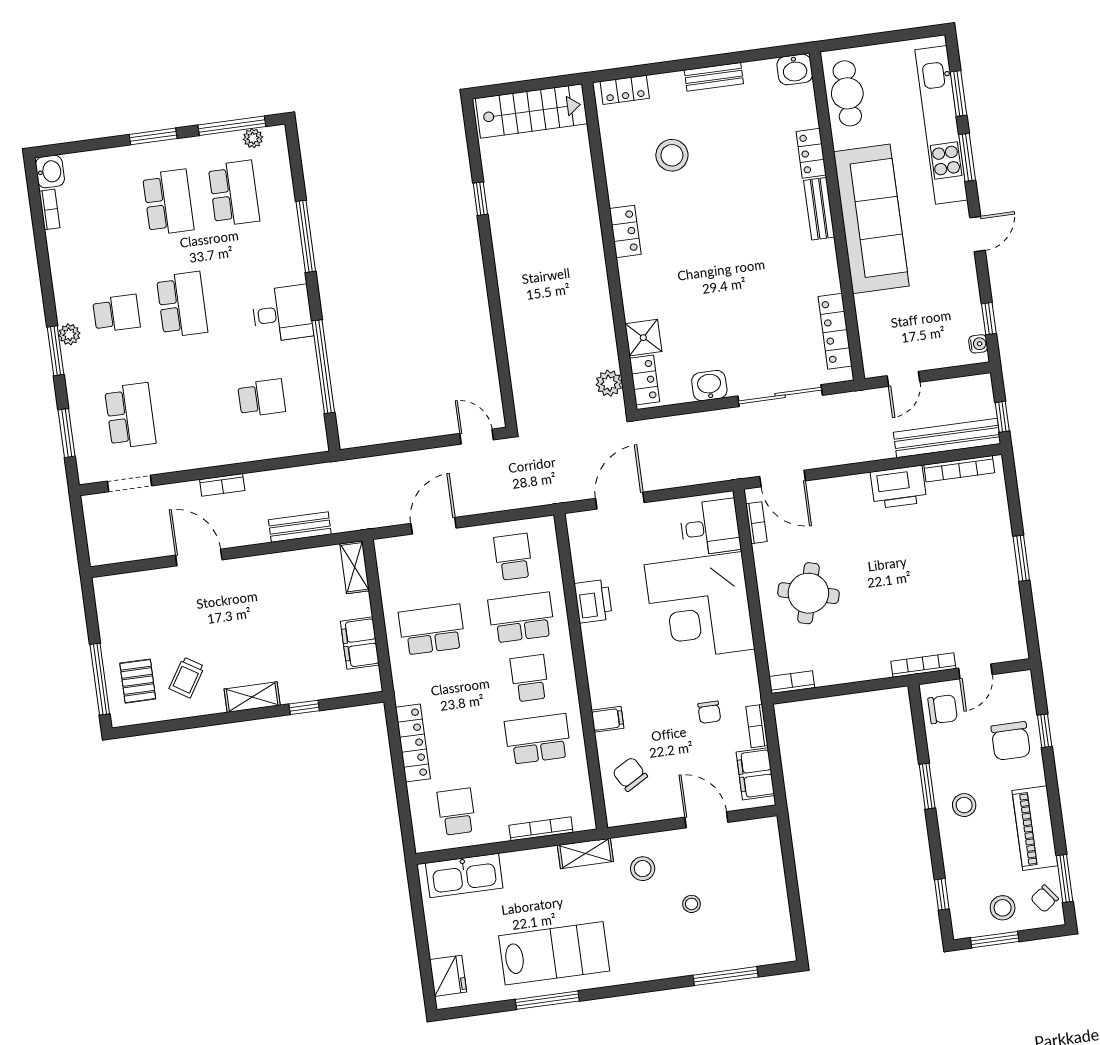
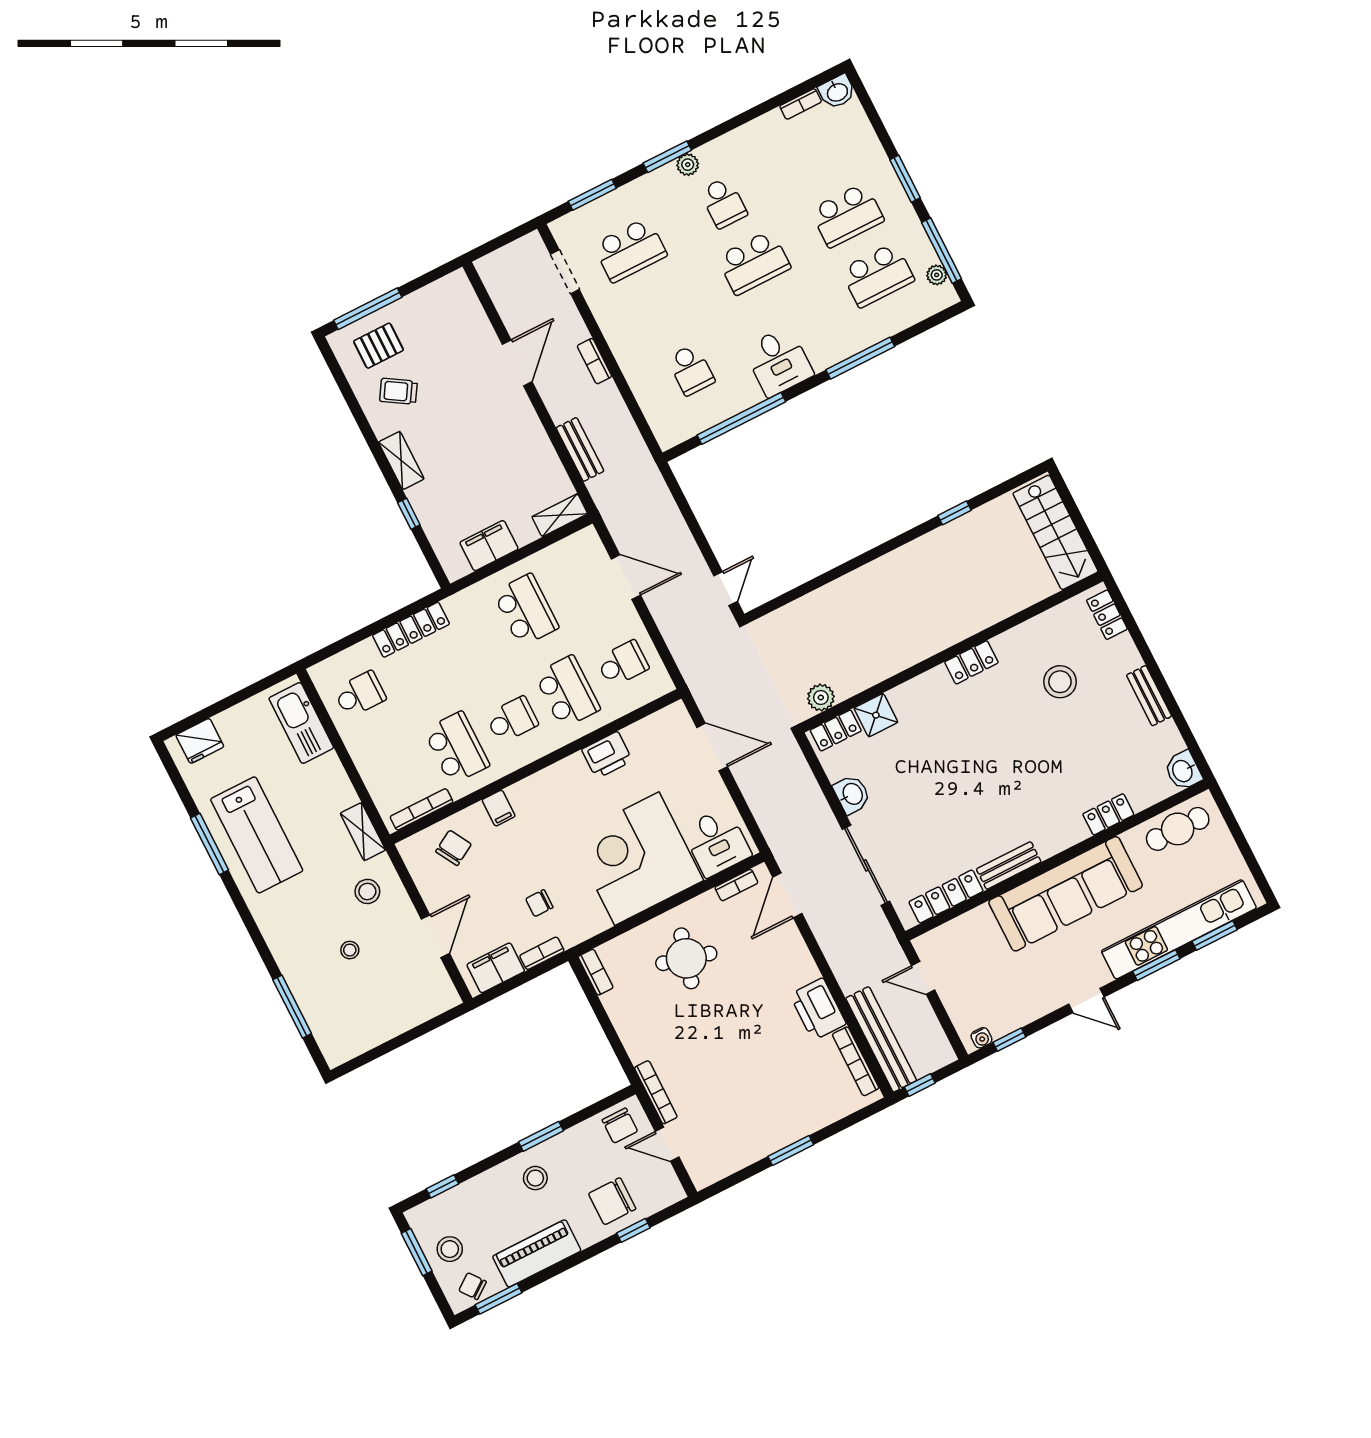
bench: (819, 209) -> (1009, 865), moved
bookcase: (541, 829) -> (422, 809), moved, turned -90

